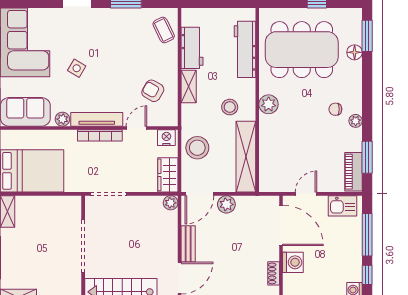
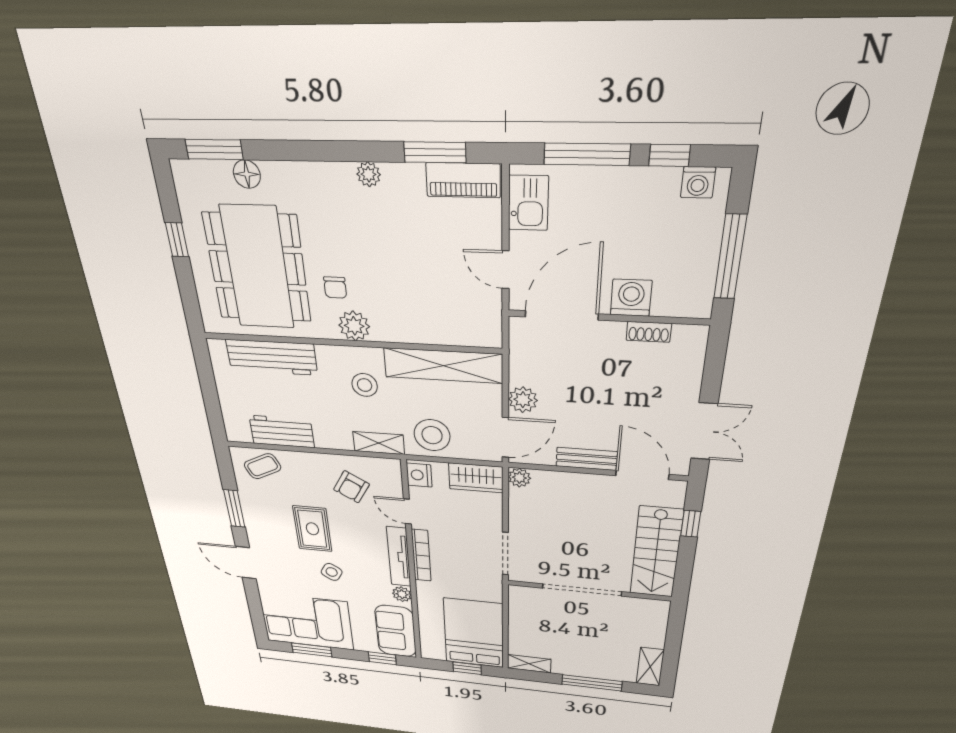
rug: (114, 59) -> (312, 529), added
shelving: (189, 87) -> (379, 443), moved
chair: (335, 109) -> (335, 287), moved
door: (199, 194) -> (505, 437), hinge flipped

